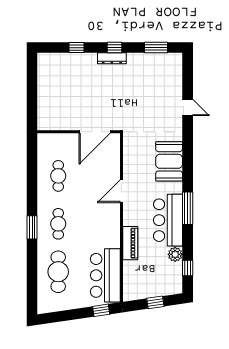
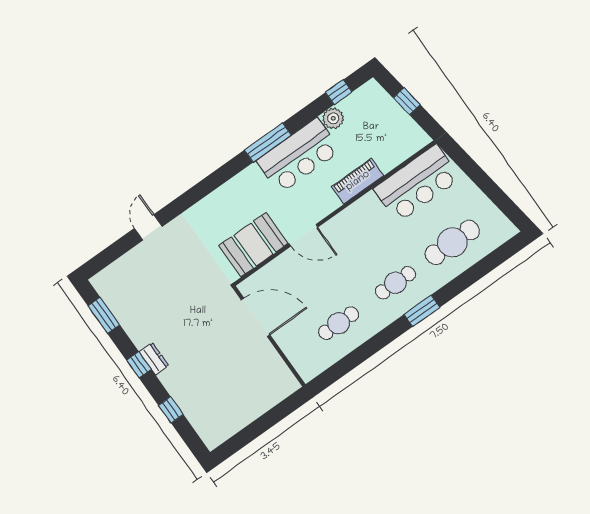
dresser: (112, 58) -> (154, 359), width x0.70
booth: (169, 161) -> (254, 245), moved
window: (101, 310) -> (462, 159), removed

